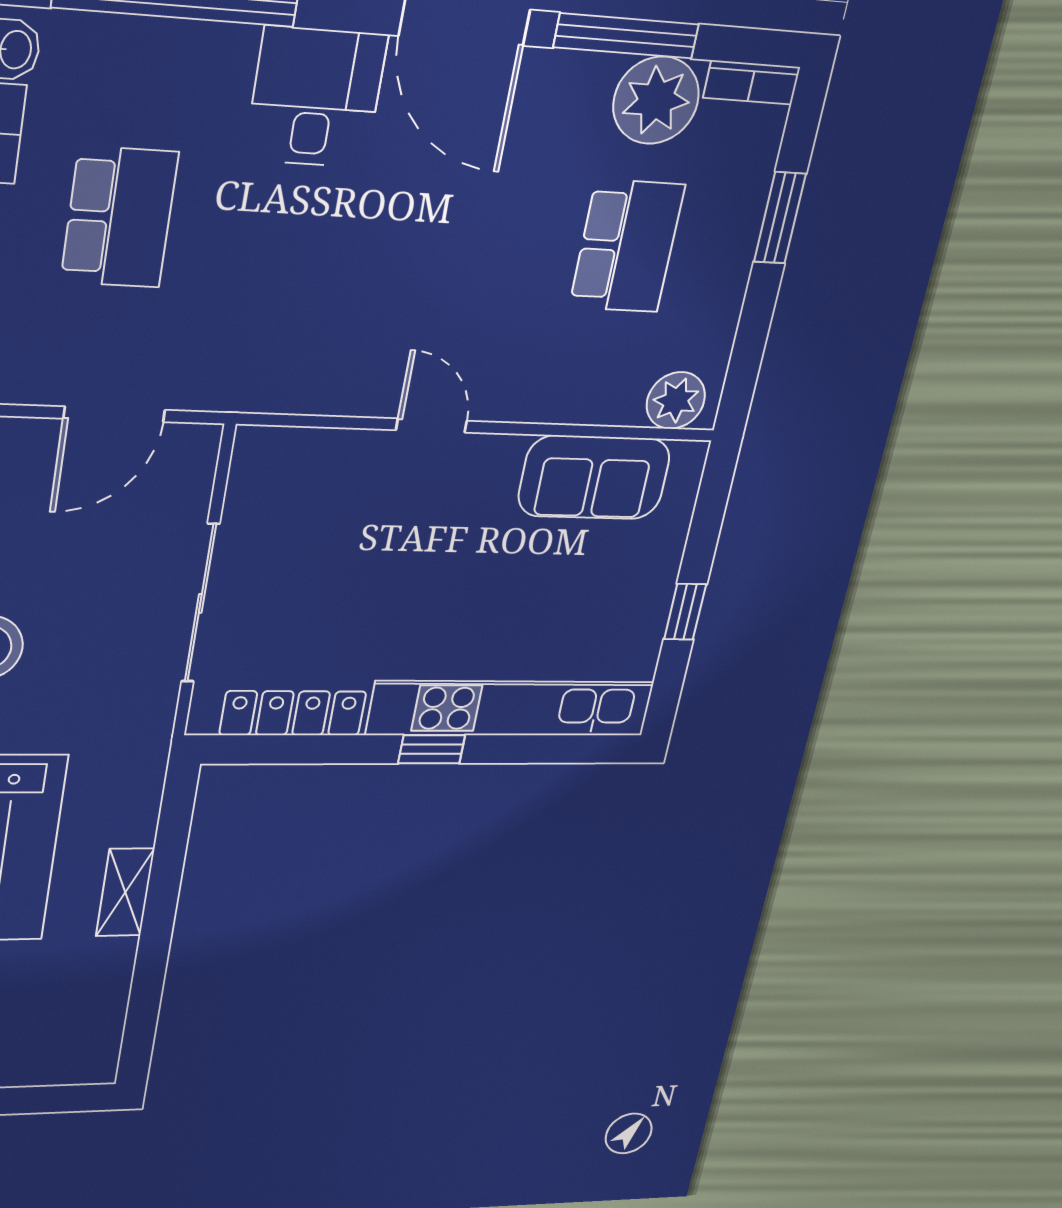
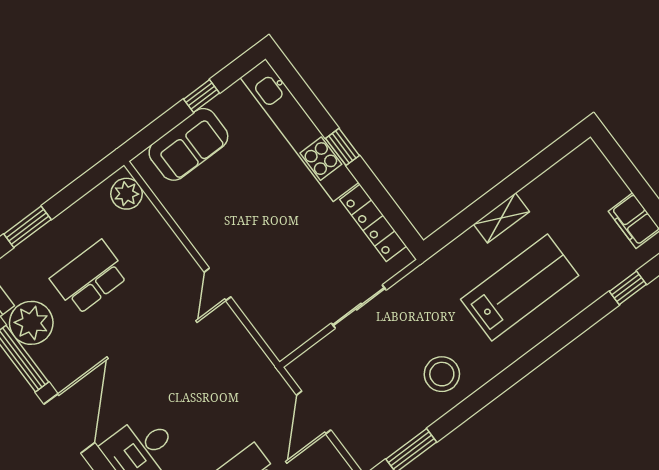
door: (114, 414) -> (314, 413), swing flipped
sofa: (594, 477) -> (188, 144), moved, turned 90
sliding door: (200, 603) -> (359, 307), width x0.73

